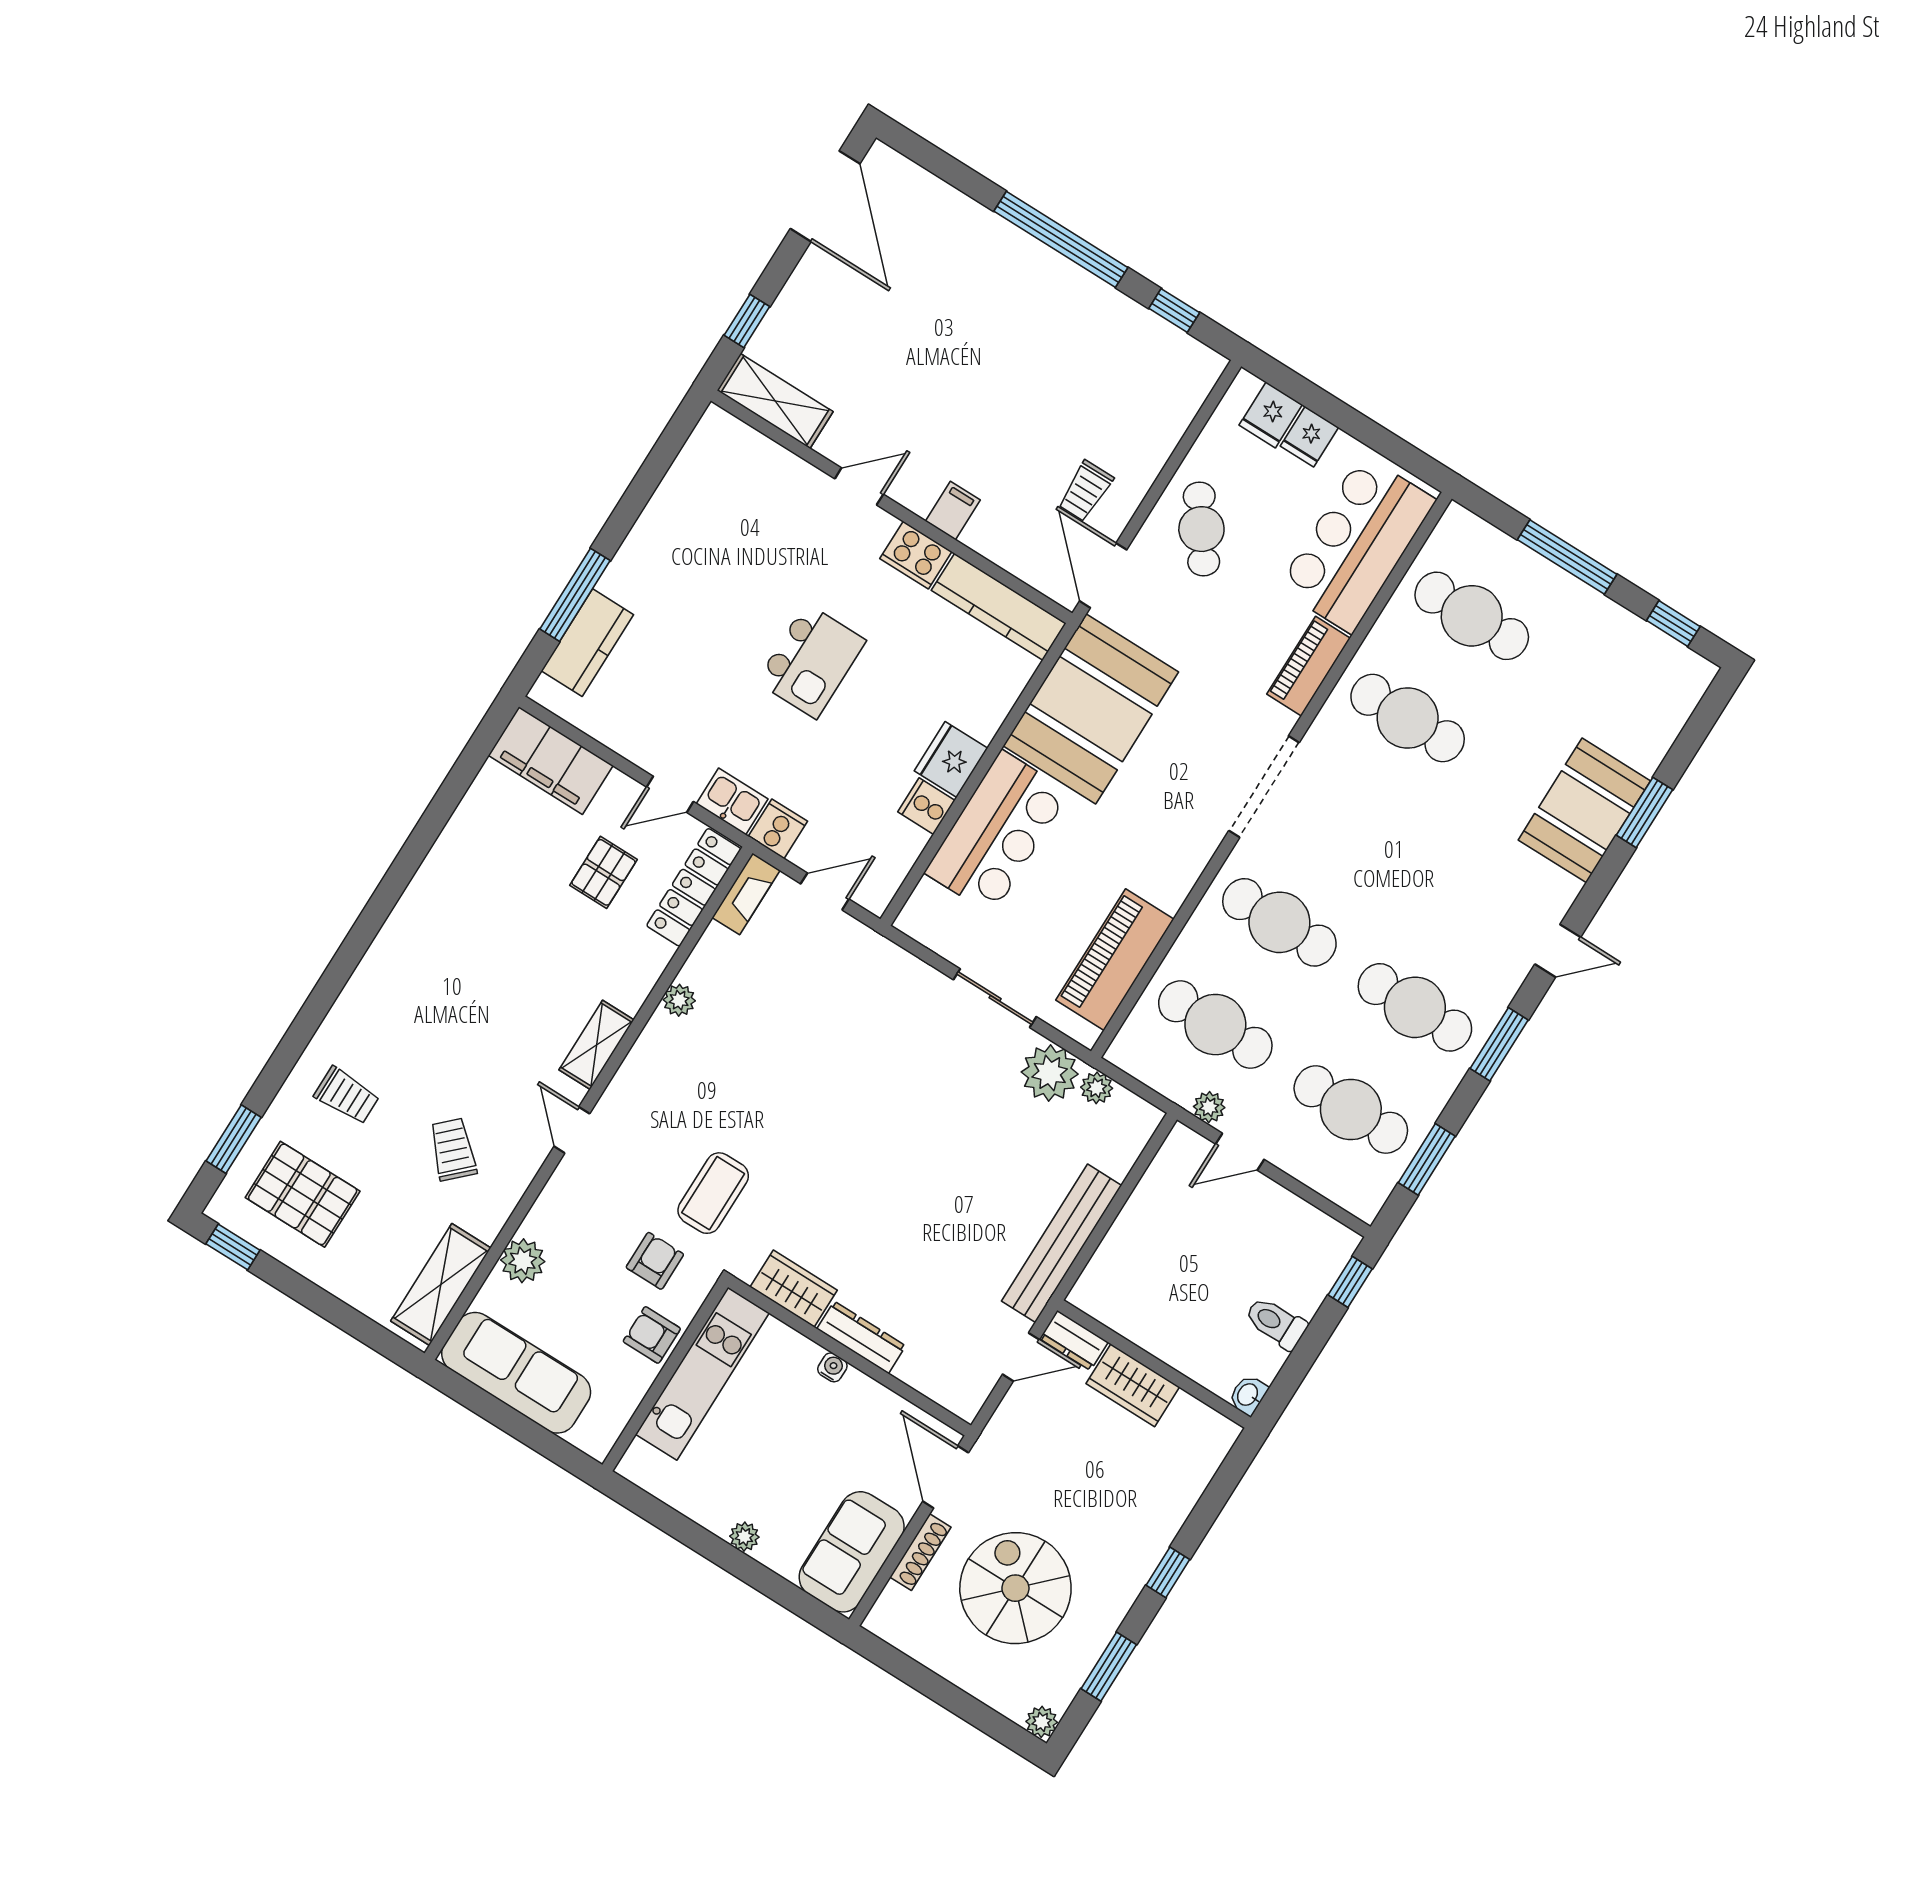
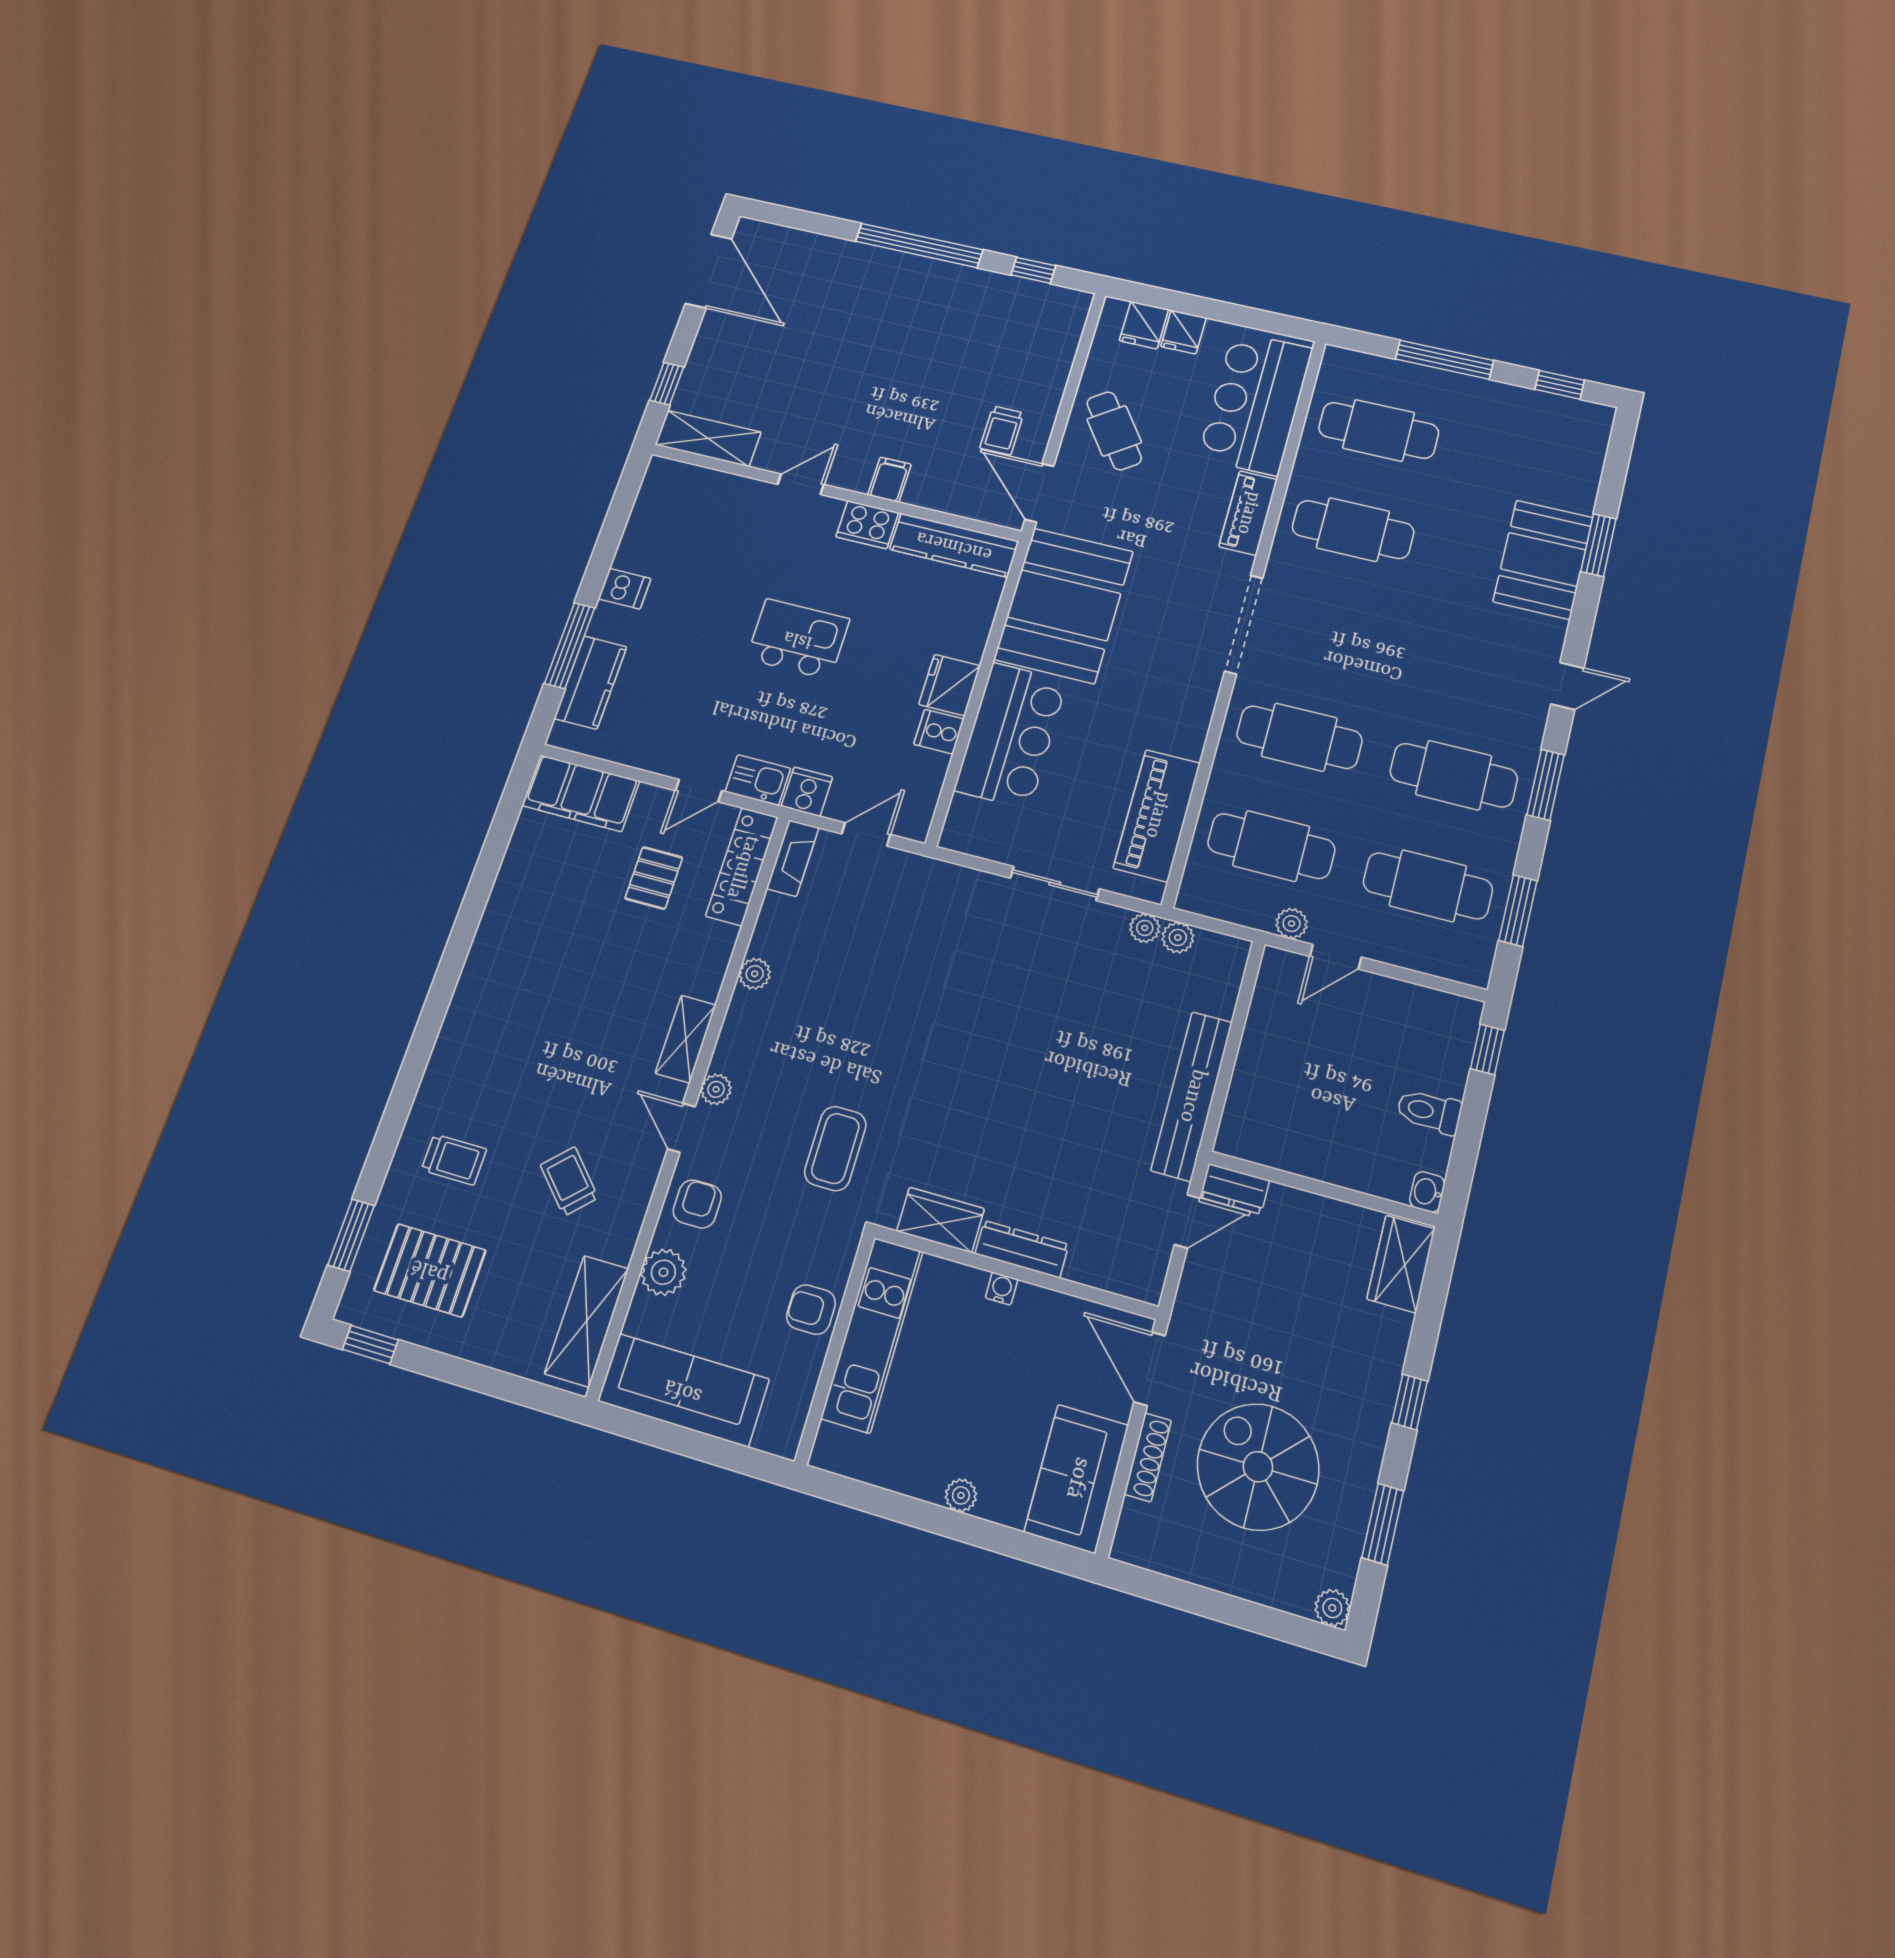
dishwasher: (646, 548) -> (624, 589), added
kitchen island: (811, 661) -> (798, 639), turned -90
plant: (1050, 1073) -> (1145, 928), width x0.53, depth x0.53
plant: (614, 1103) -> (716, 1089), added
armchair: (655, 1261) -> (697, 1204), moved
wardrobe: (1133, 1385) -> (1401, 1264), moved, turned 90

